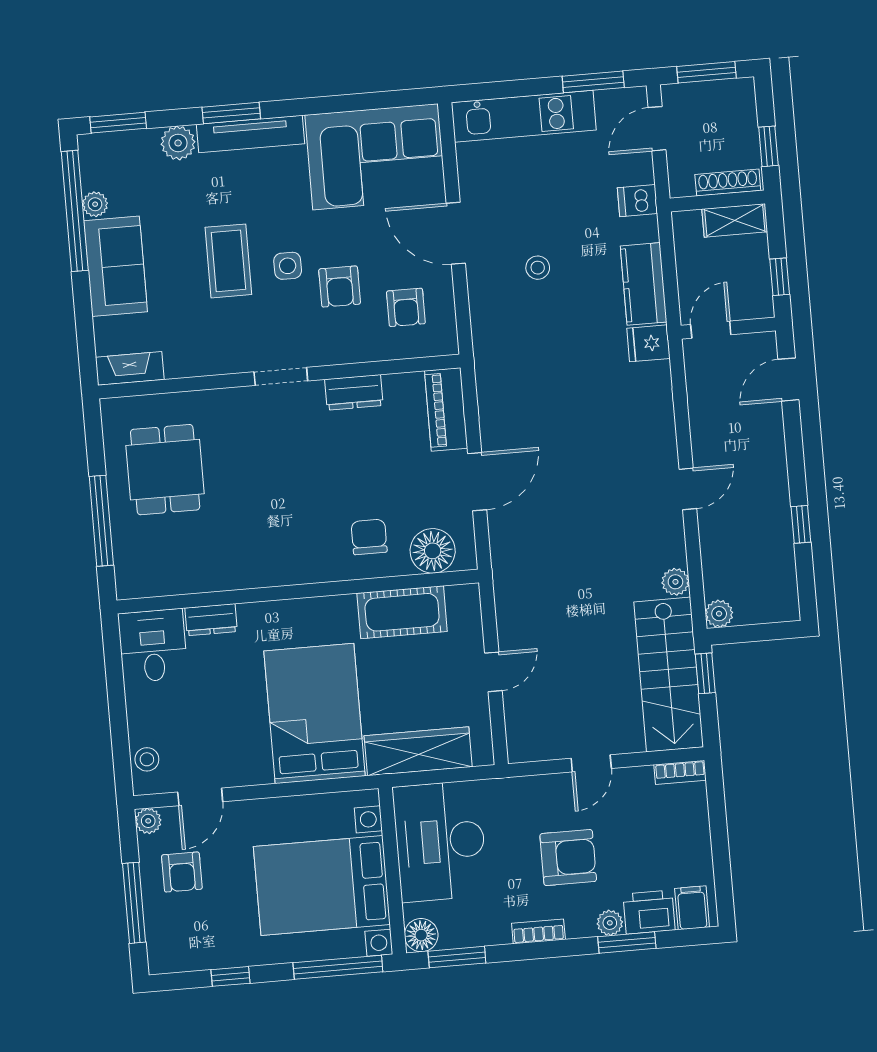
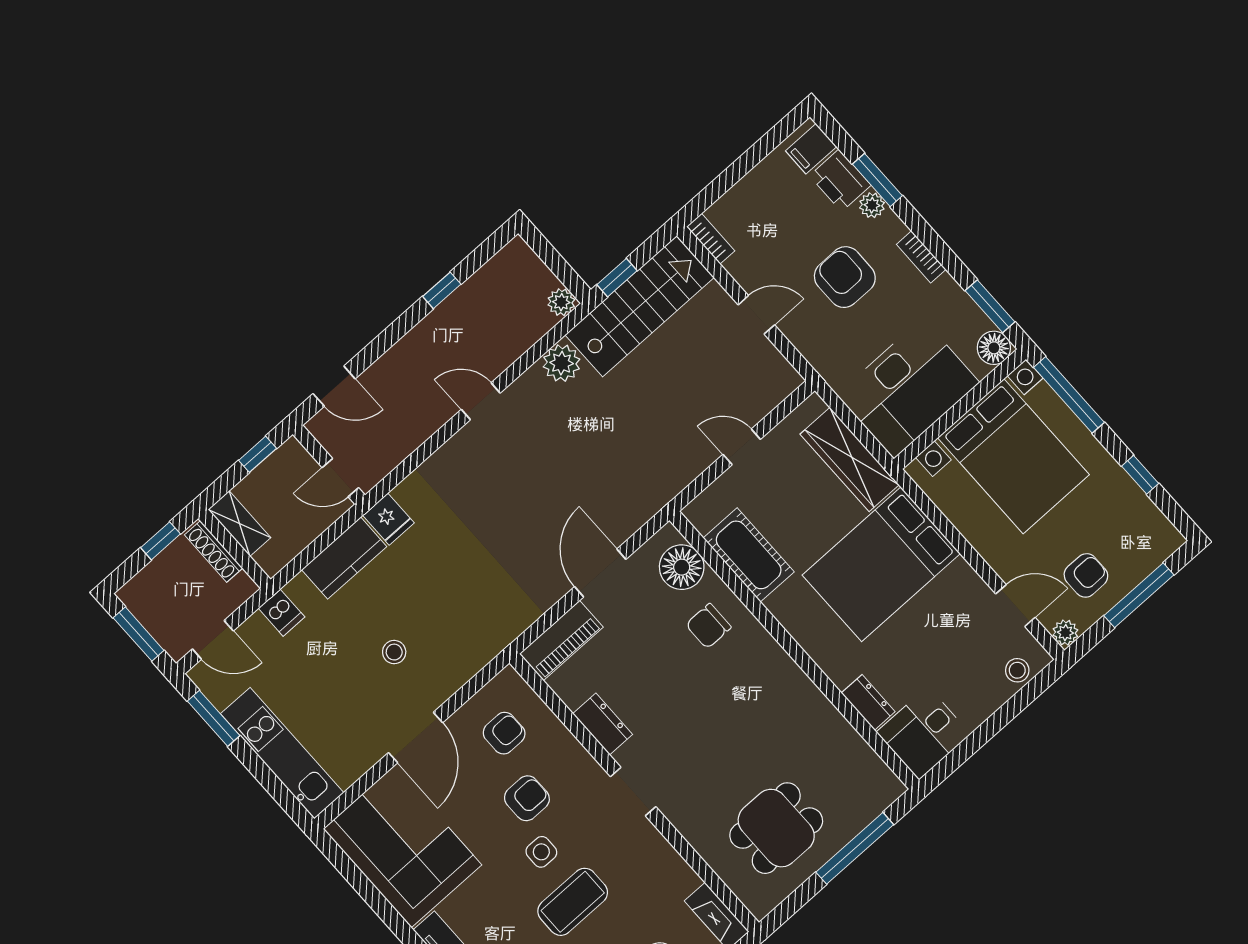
door: (477, 482) -> (600, 573), hinge flipped
plant: (675, 582) -> (562, 363), width x1.38, depth x1.38

